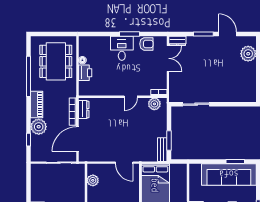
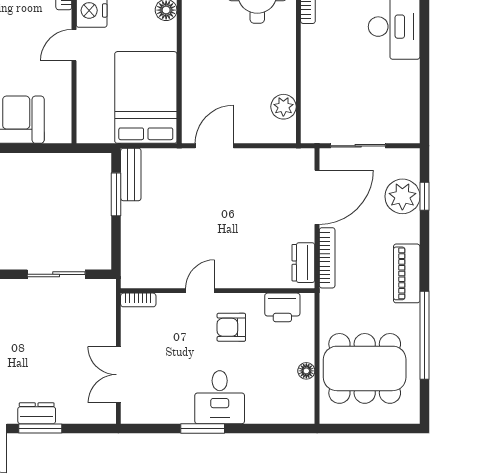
dresser: (177, 41) -> (37, 413), moved
armchair: (146, 44) -> (231, 327), moved
dining table: (56, 61) -> (365, 368), turned 90
printer: (85, 73) -> (282, 307), moved, turned -90
plant: (154, 104) -> (148, 275), removed
plant: (39, 127) -> (402, 196), moved
door: (124, 163) -> (214, 146), hinge flipped

